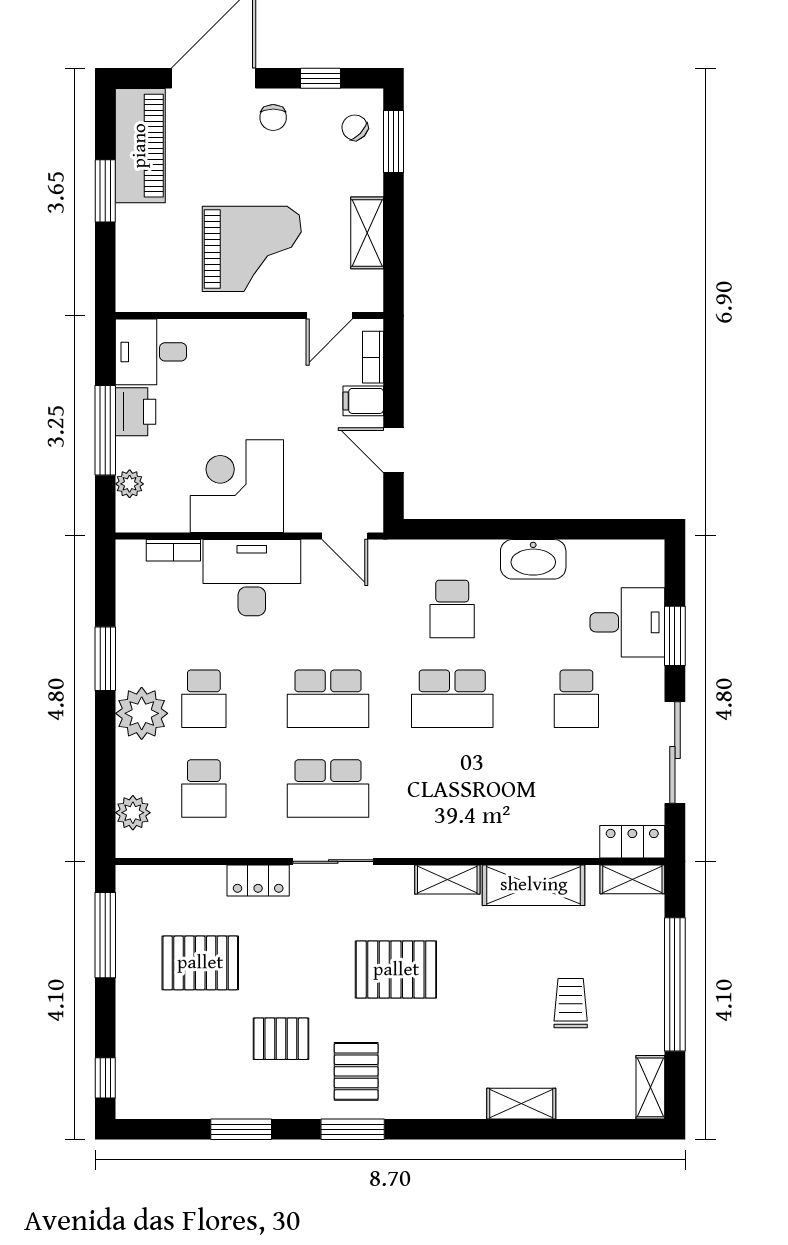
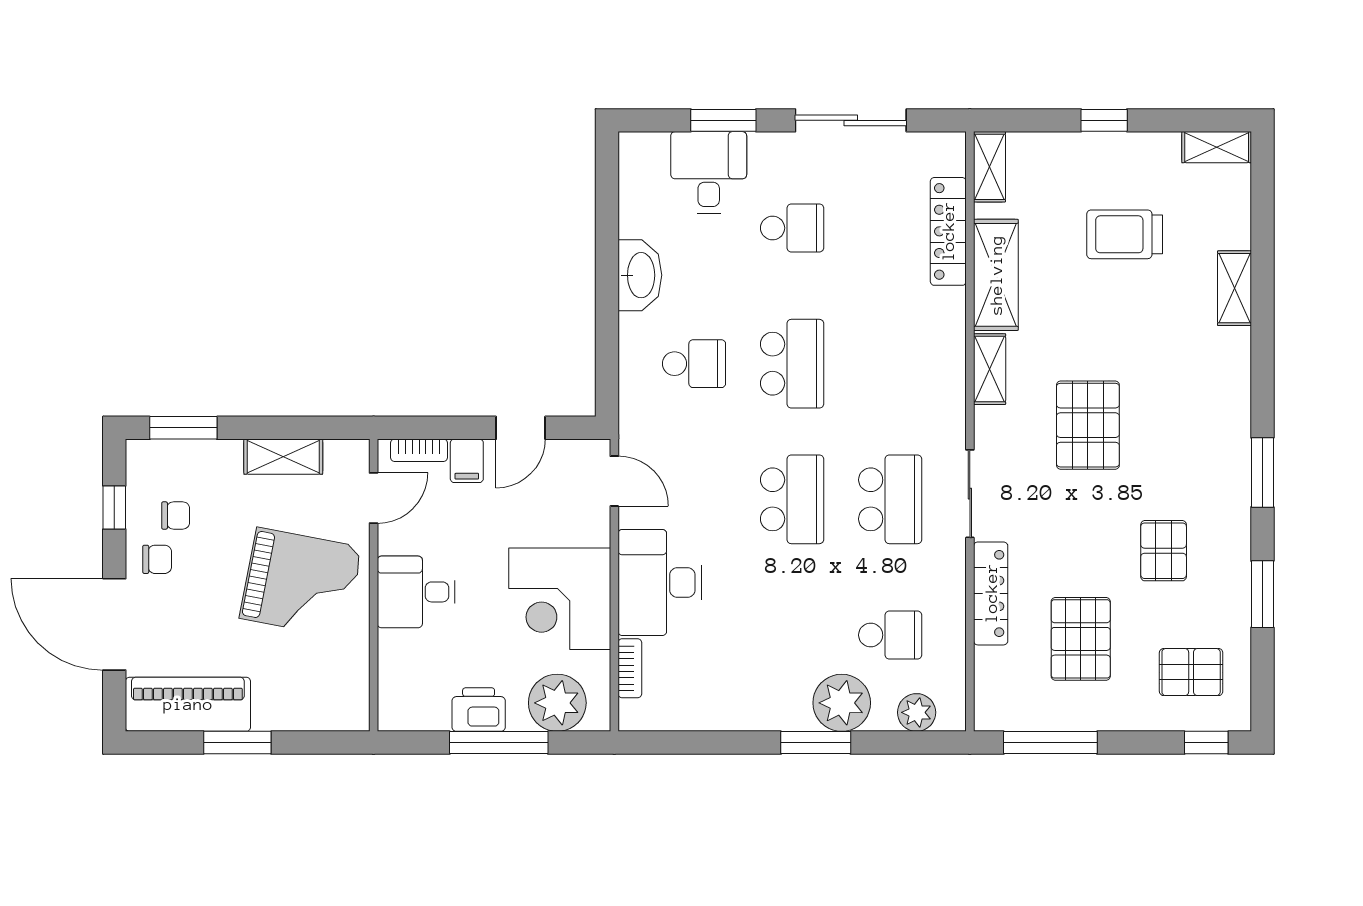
chair: (355, 128) -> (176, 515), moved, turned -134
grand piano: (252, 249) -> (301, 583), turned 101
door: (329, 316) -> (374, 498), hinge flipped
desk: (151, 352) -> (416, 592), moved, turned 90
plant: (130, 484) -> (557, 703), width x1.88, depth x1.88
door: (345, 536) -> (614, 481), hinge flipped
window: (105, 659) -> (816, 743), moved
school desk: (204, 699) -> (792, 635), removed
plant: (142, 713) -> (842, 703), moved
locker: (632, 842) -> (948, 231), moved, width x1.53
locker: (258, 880) -> (991, 593), width x1.53
window: (675, 984) -> (1104, 120), width x0.32
trolley: (571, 1003) -> (1125, 234), width x1.36, depth x1.39
pallet: (356, 1071) -> (1191, 672), moved

